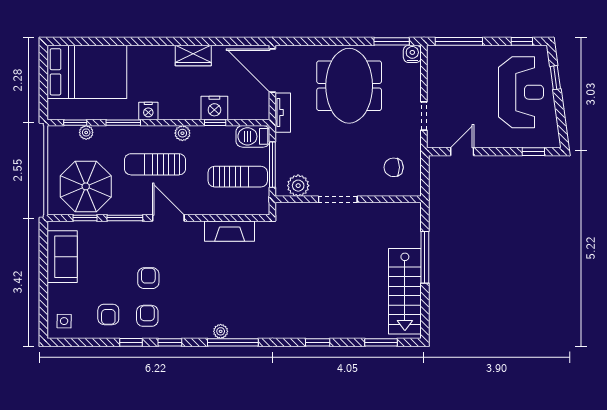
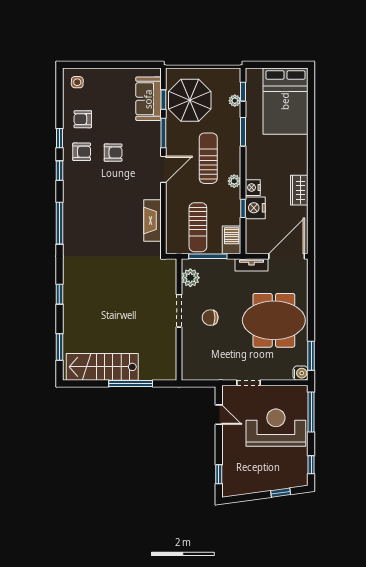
reception desk: (521, 92) -> (276, 428), moved, turned 180
nightstand: (148, 111) -> (253, 188), moved
chair: (394, 167) -> (210, 318), moved, turned -90
sofa: (62, 257) -> (148, 99), moved, turned 90
plant: (221, 331) -> (69, 213), removed

